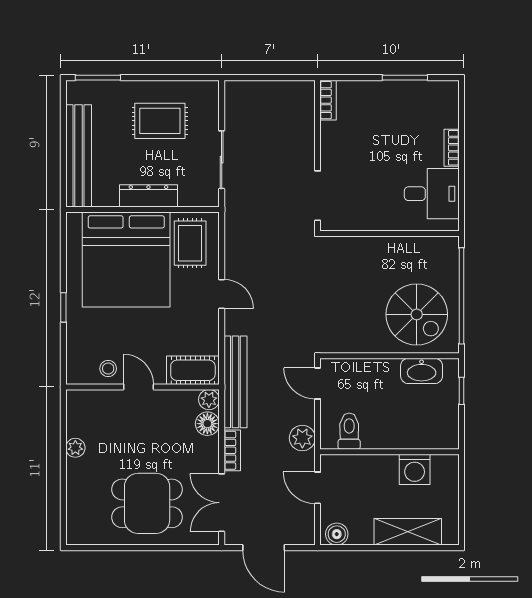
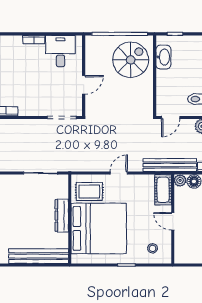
rug: (160, 121) -> (18, 209), removed
door: (374, 233) -> (84, 85), added
stool: (108, 369) -> (153, 248), moved
door: (139, 387) -> (173, 221), hinge flipped

